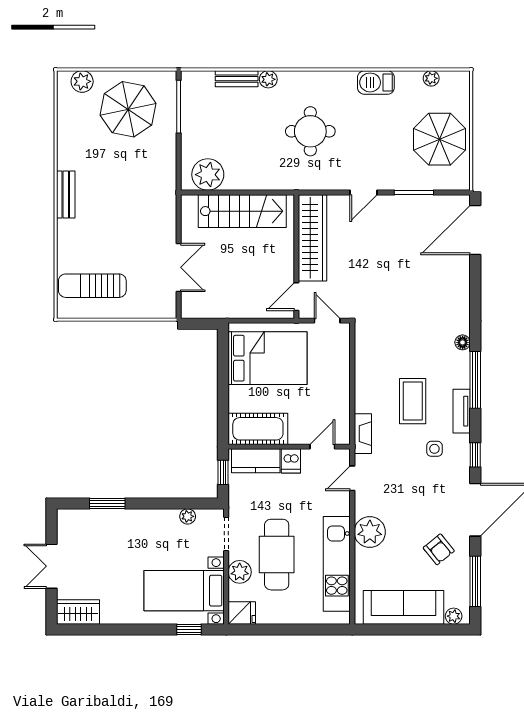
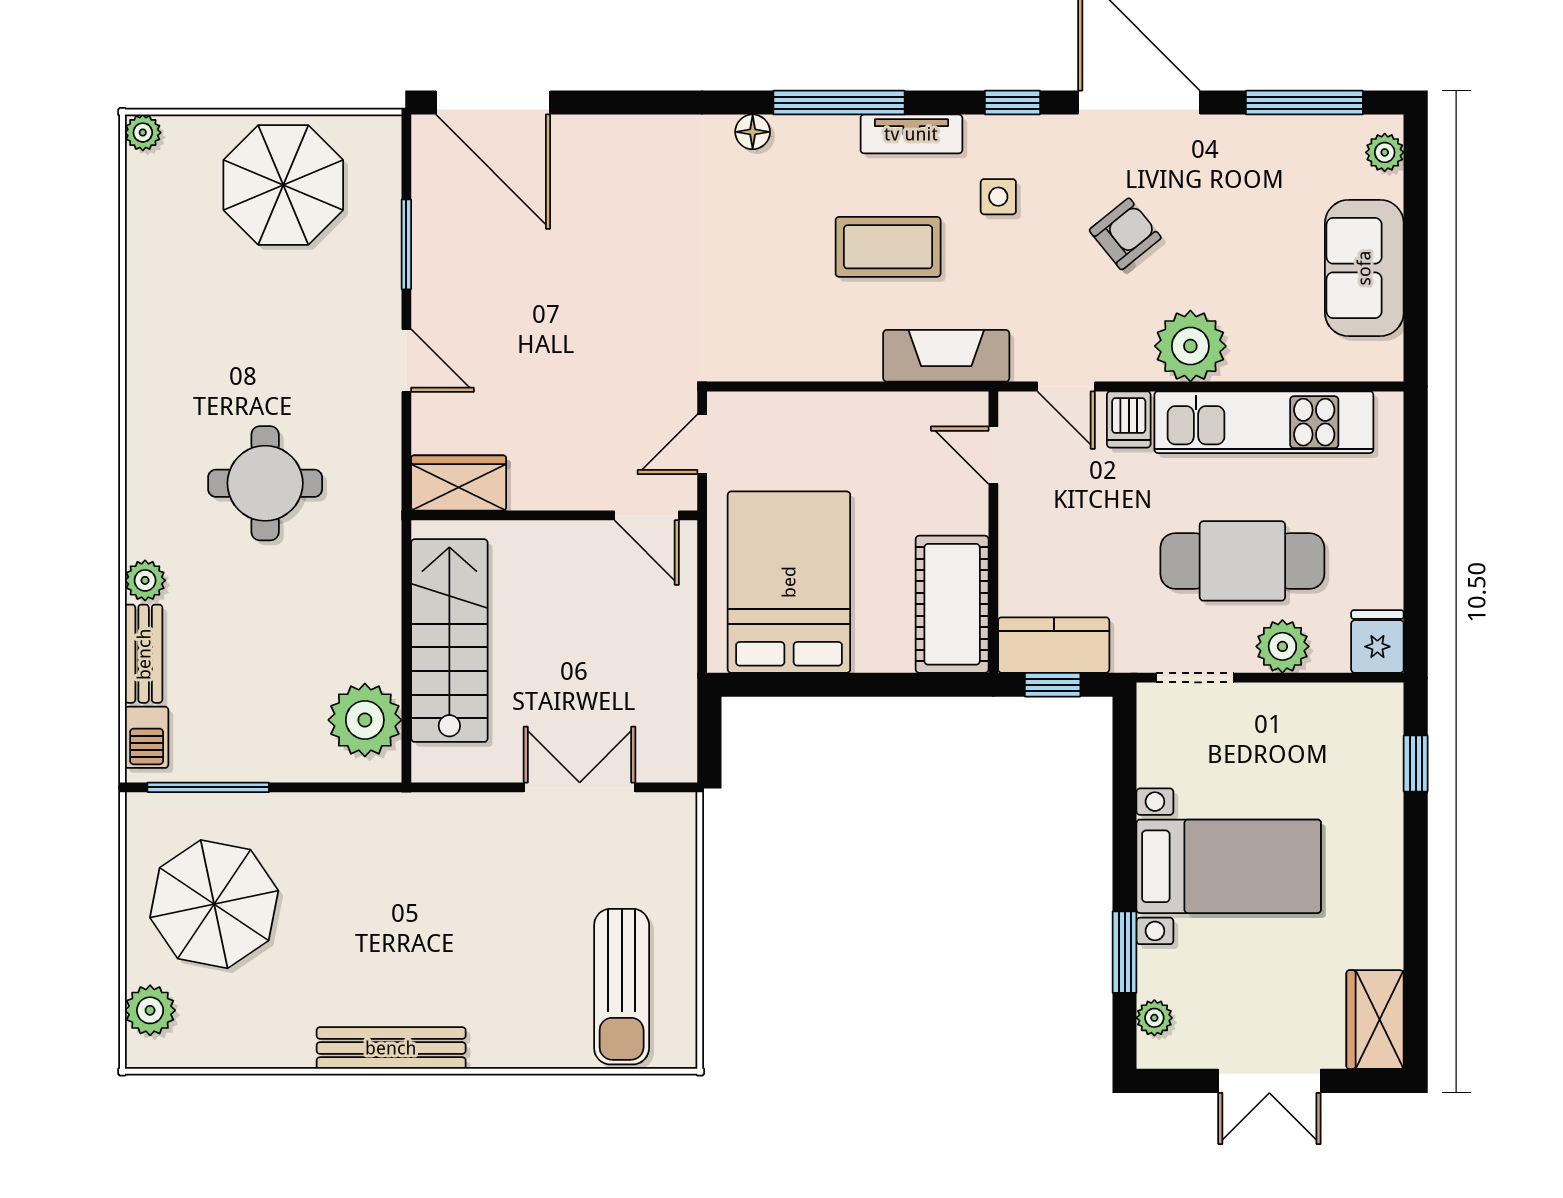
plant: (431, 78) -> (143, 133), moved
barbecue: (376, 82) -> (147, 737), moved, width x0.73, depth x0.79
bench: (66, 194) -> (391, 1048), width x1.36
wardrobe: (313, 238) -> (459, 483), width x0.48, depth x0.85
fireplace: (363, 434) -> (946, 356), width x1.37, depth x1.32
kitchen counter: (256, 461) -> (1054, 645), moved, turned -90
dishwasher: (291, 461) -> (1129, 419), moved, turned 90
plant: (188, 516) -> (1154, 1018), moved
armchair: (439, 549) -> (1125, 234), moved
bed with nightstands: (184, 591) -> (1229, 866), moved, turned -90
sofa: (404, 607) -> (1364, 268), width x0.73

